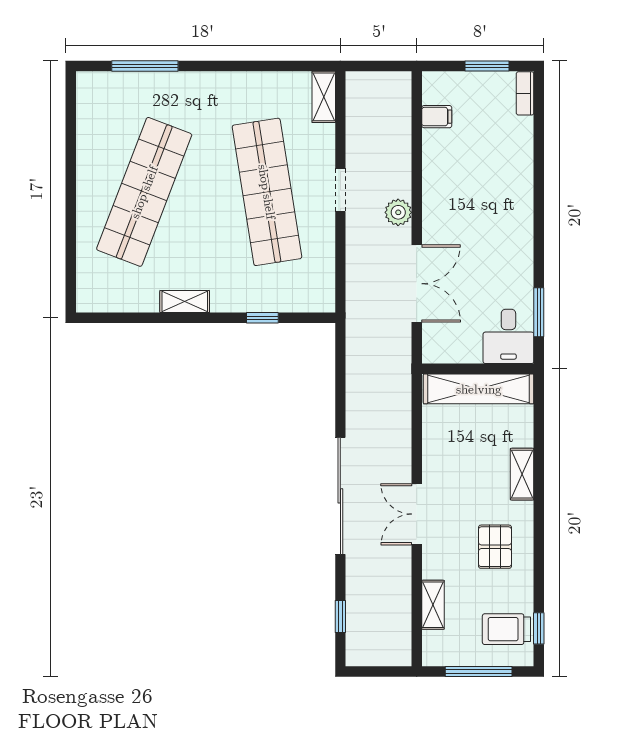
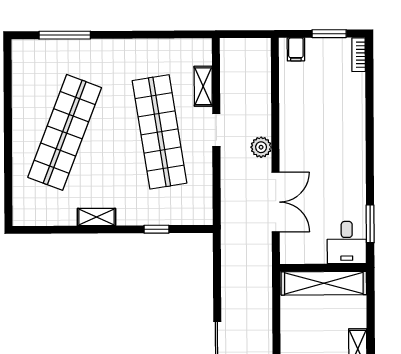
shelving: (324, 97) -> (203, 86), moved
filing cabinet: (437, 117) -> (296, 49), moved, turned 90

